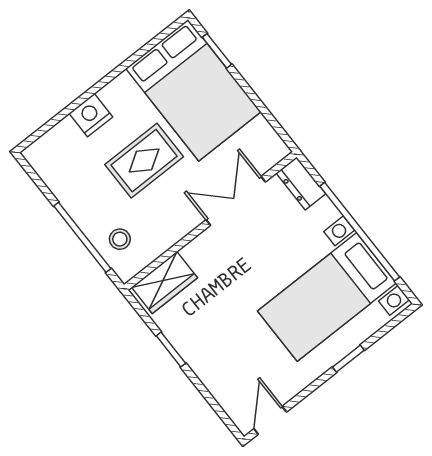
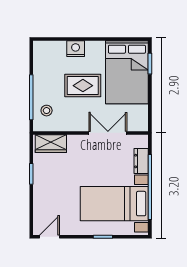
dresser: (301, 183) -> (141, 161), moved

